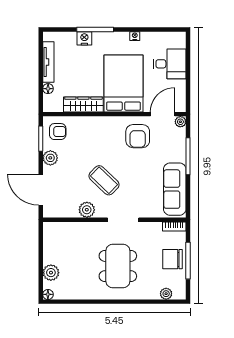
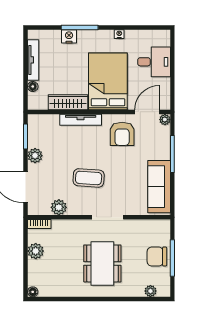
tv unit: (96, 122) -> (81, 120), added
armchair: (58, 132) -> (42, 129), removed
coffee table: (104, 180) -> (89, 178), turned -40
plant: (87, 210) -> (59, 207), moved
bookcase: (174, 226) -> (39, 224), moved
plant: (51, 273) -> (36, 251), moved

